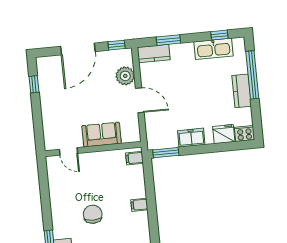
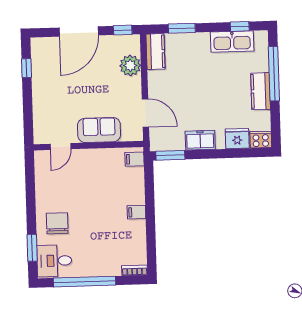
kitchen counter: (154, 53) -> (155, 51), moved, turned -90
door: (140, 100) -> (145, 113), moved
door: (69, 151) -> (61, 147), hinge flipped
chair: (93, 214) -> (57, 223), moved

